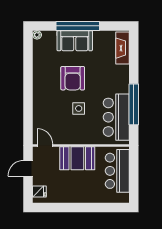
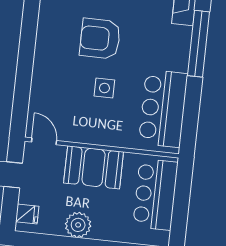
armchair: (73, 78) -> (100, 39), turned 90
window: (134, 104) -> (198, 44), moved
plant: (72, 195) -> (78, 225), added

